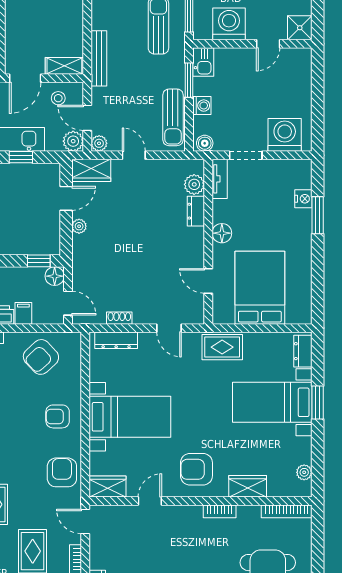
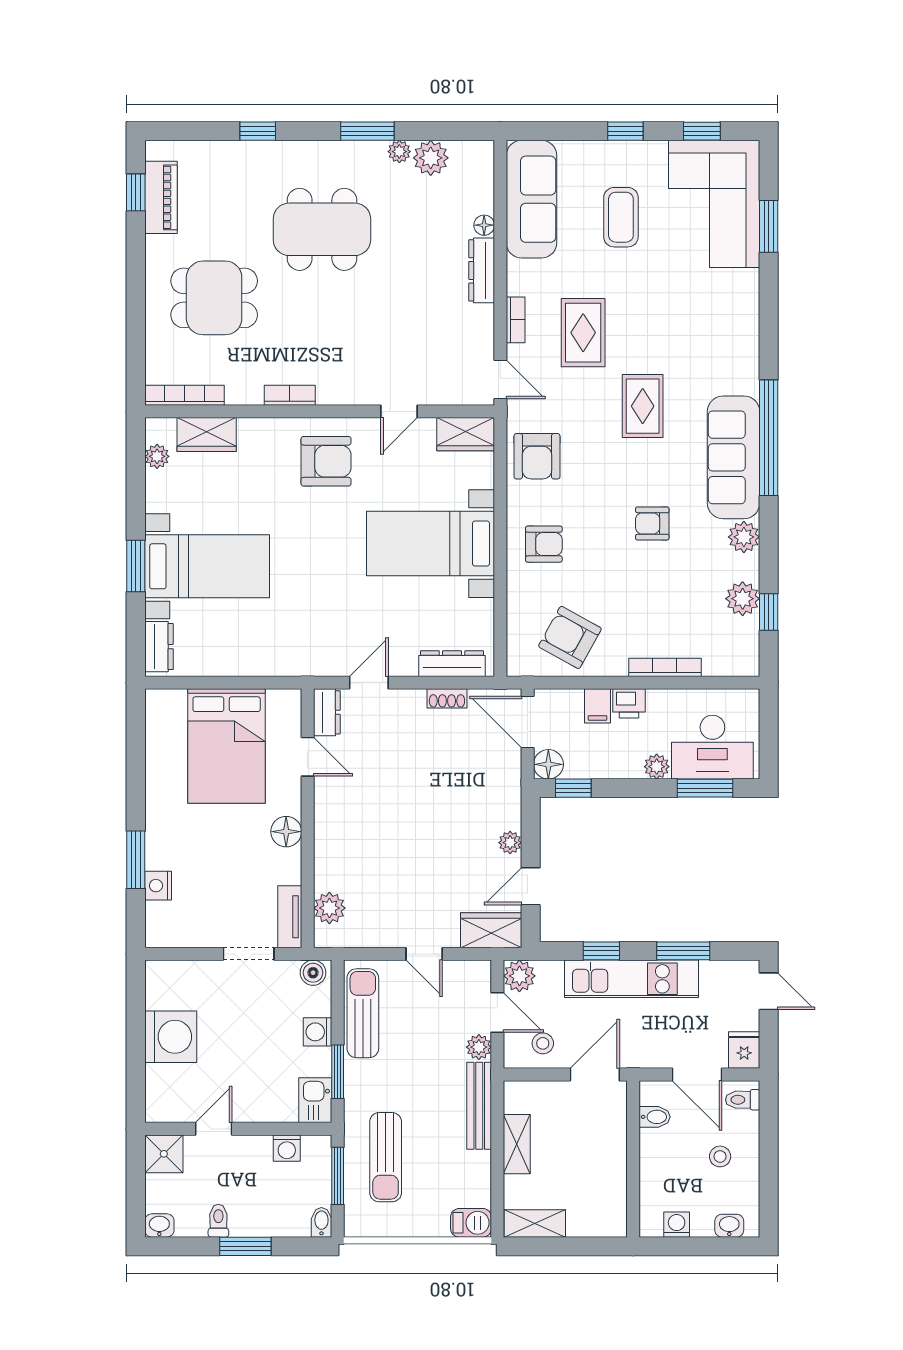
washing machine: (229, 24) -> (287, 1148), width x0.53, depth x0.53
shelving: (64, 66) -> (517, 1144), moved, turned 90
washing machine: (285, 135) -> (171, 1037), moved, turned -90
plant: (99, 143) -> (479, 1047), moved
dresser: (196, 211) -> (327, 712), moved
door: (68, 303) -> (528, 722), width x1.38
door: (169, 328) -> (369, 683), hinge flipped
rug: (222, 347) -> (286, 653), removed
armchair: (41, 357) -> (570, 637), turned -108
wardrobe: (248, 486) -> (207, 435), moved

